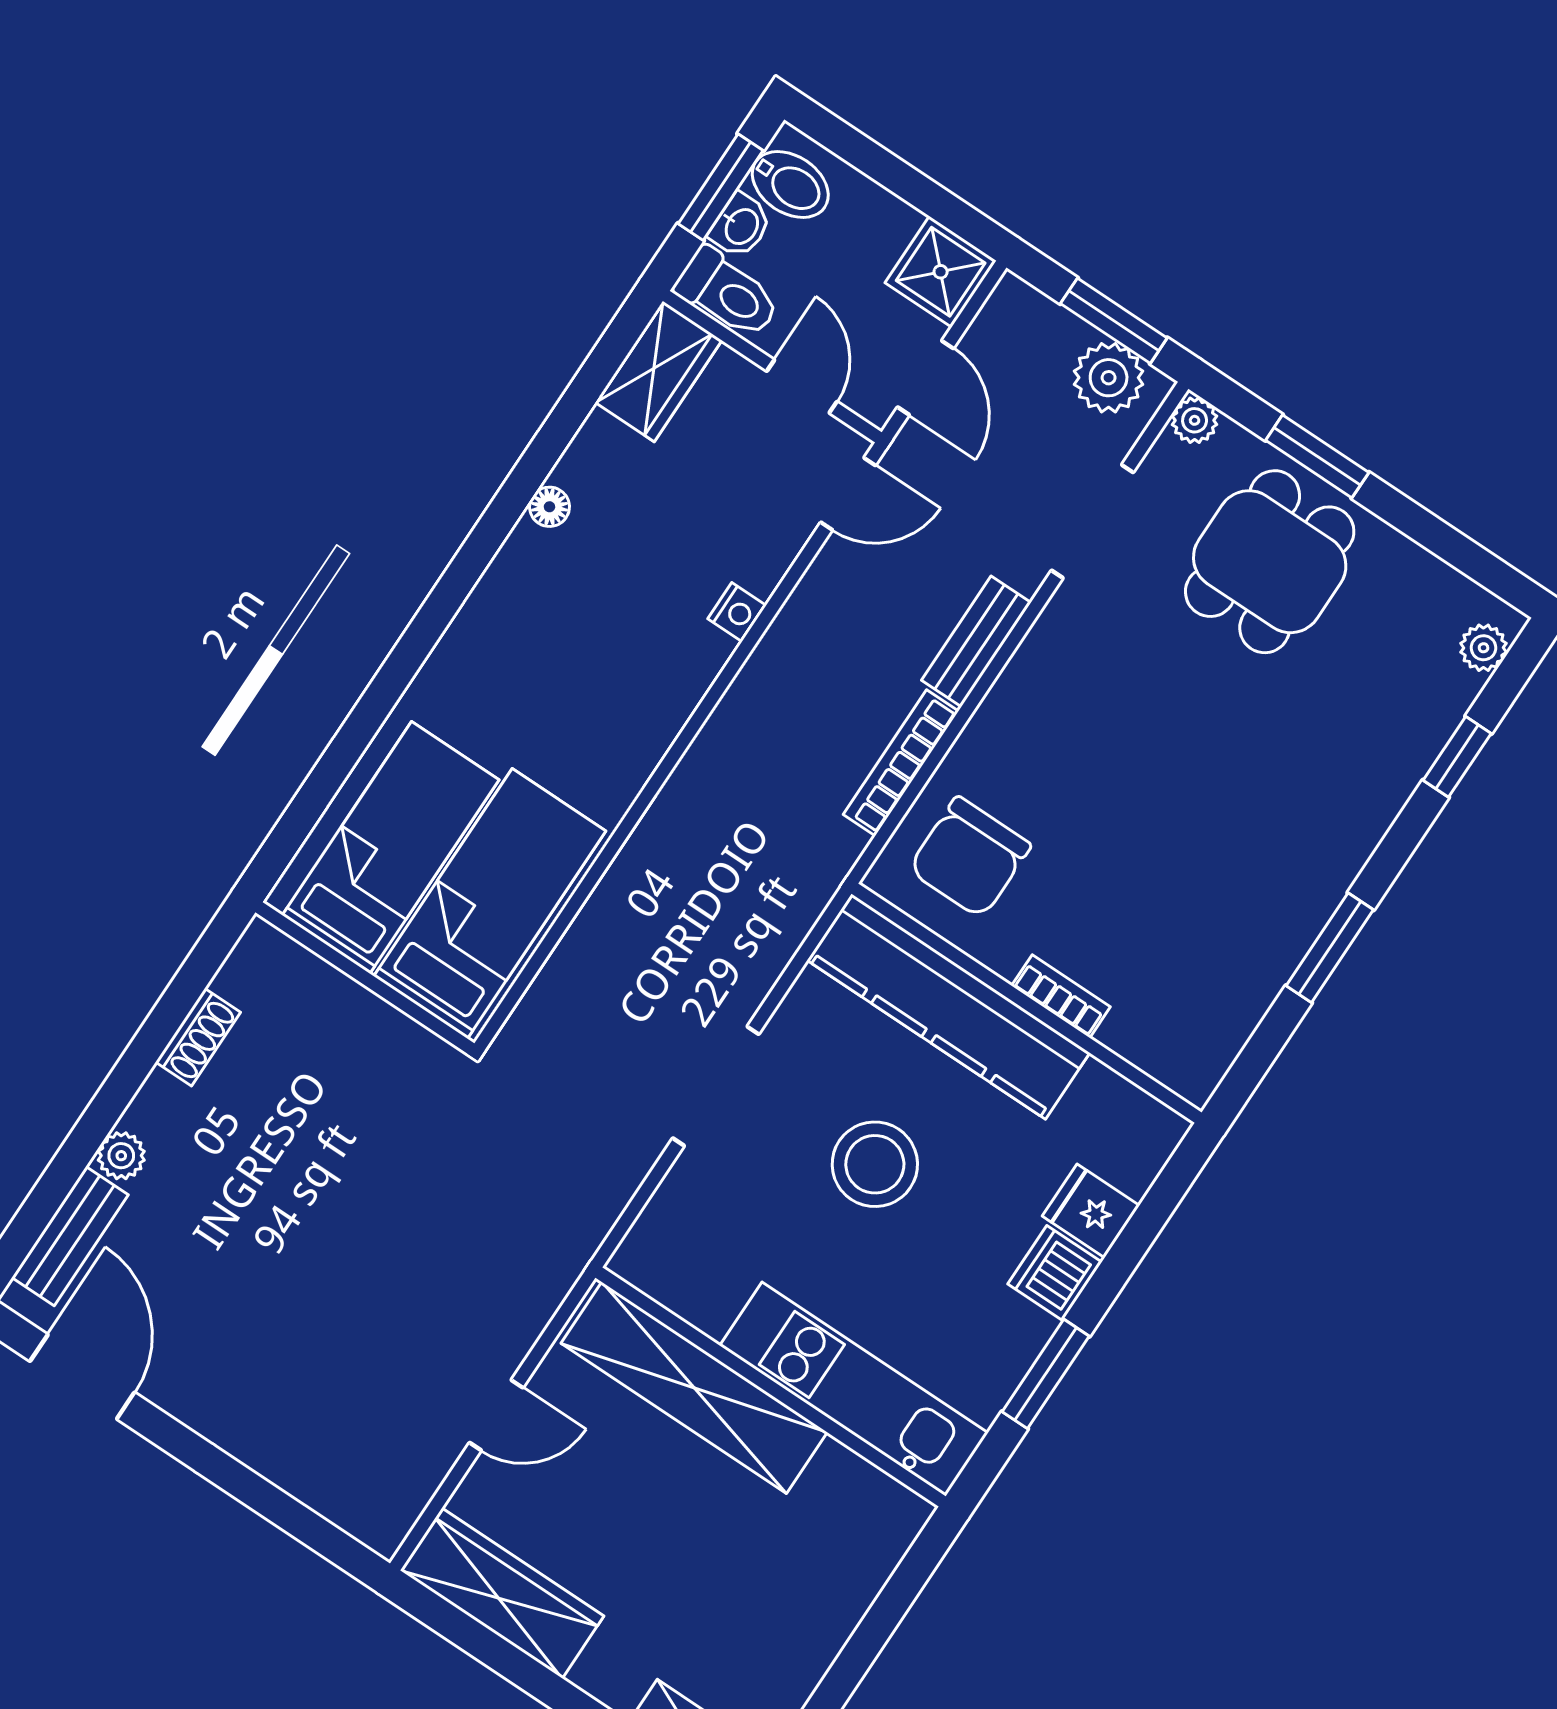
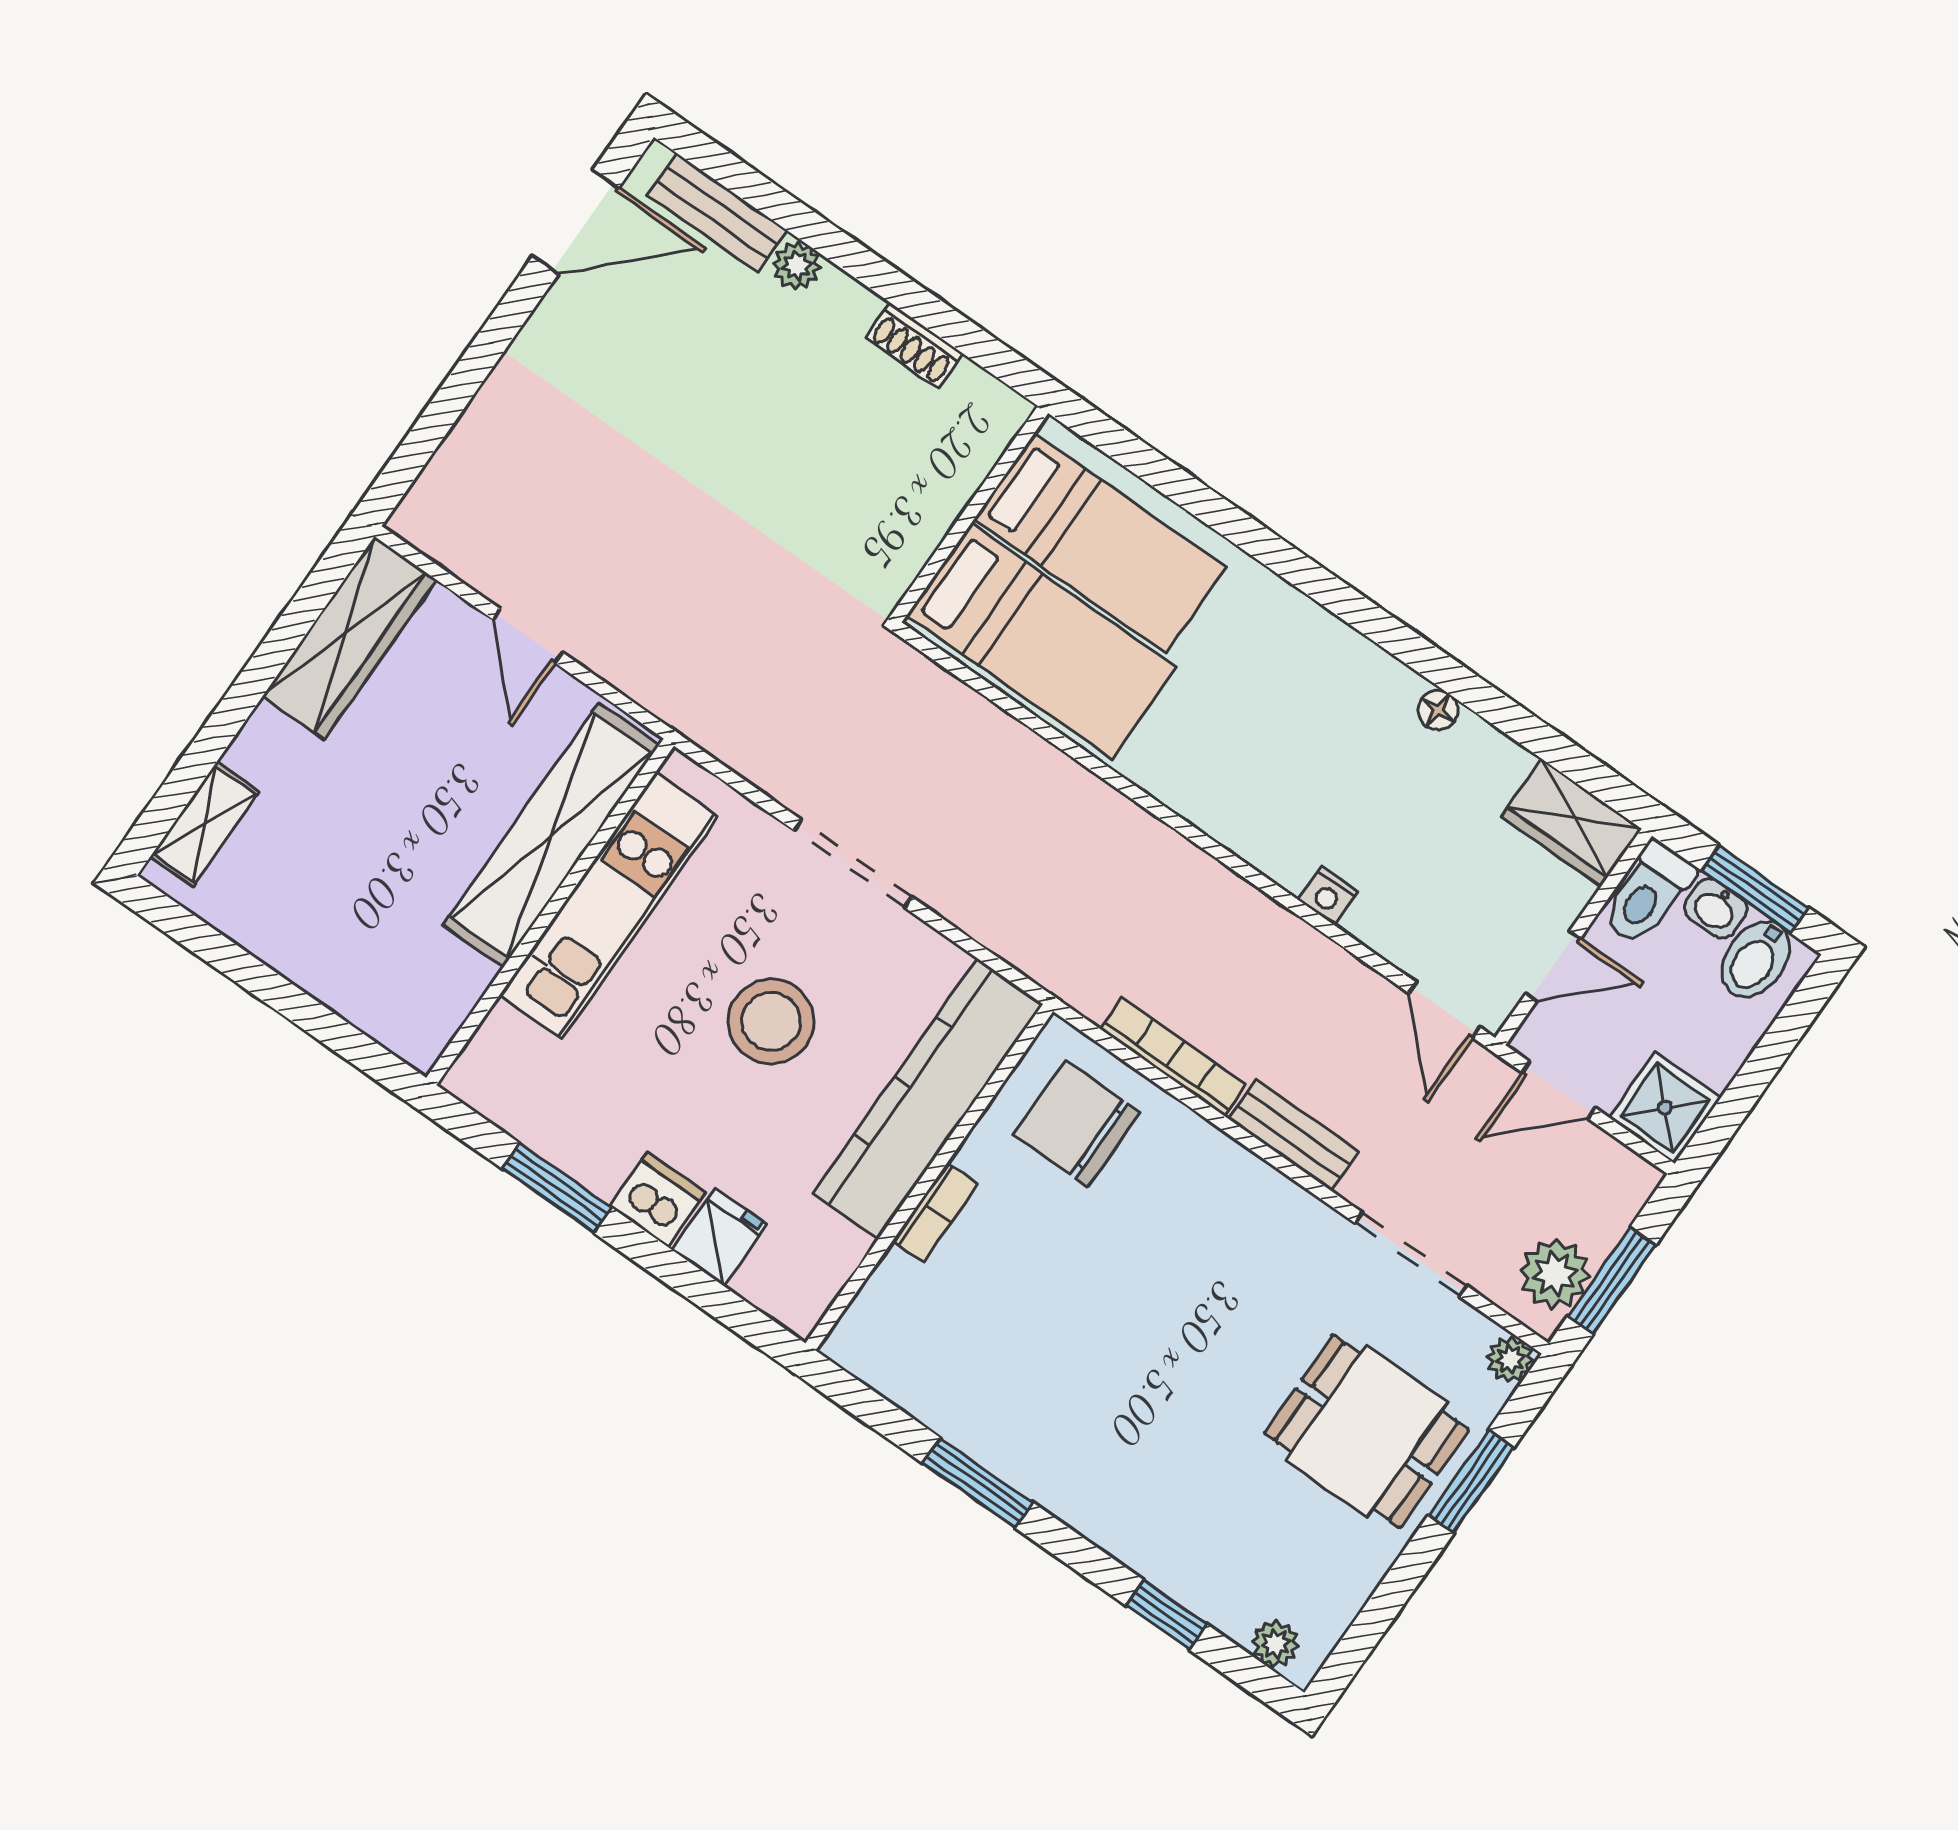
kitchen unit: (854, 1389) -> (609, 905), moved

